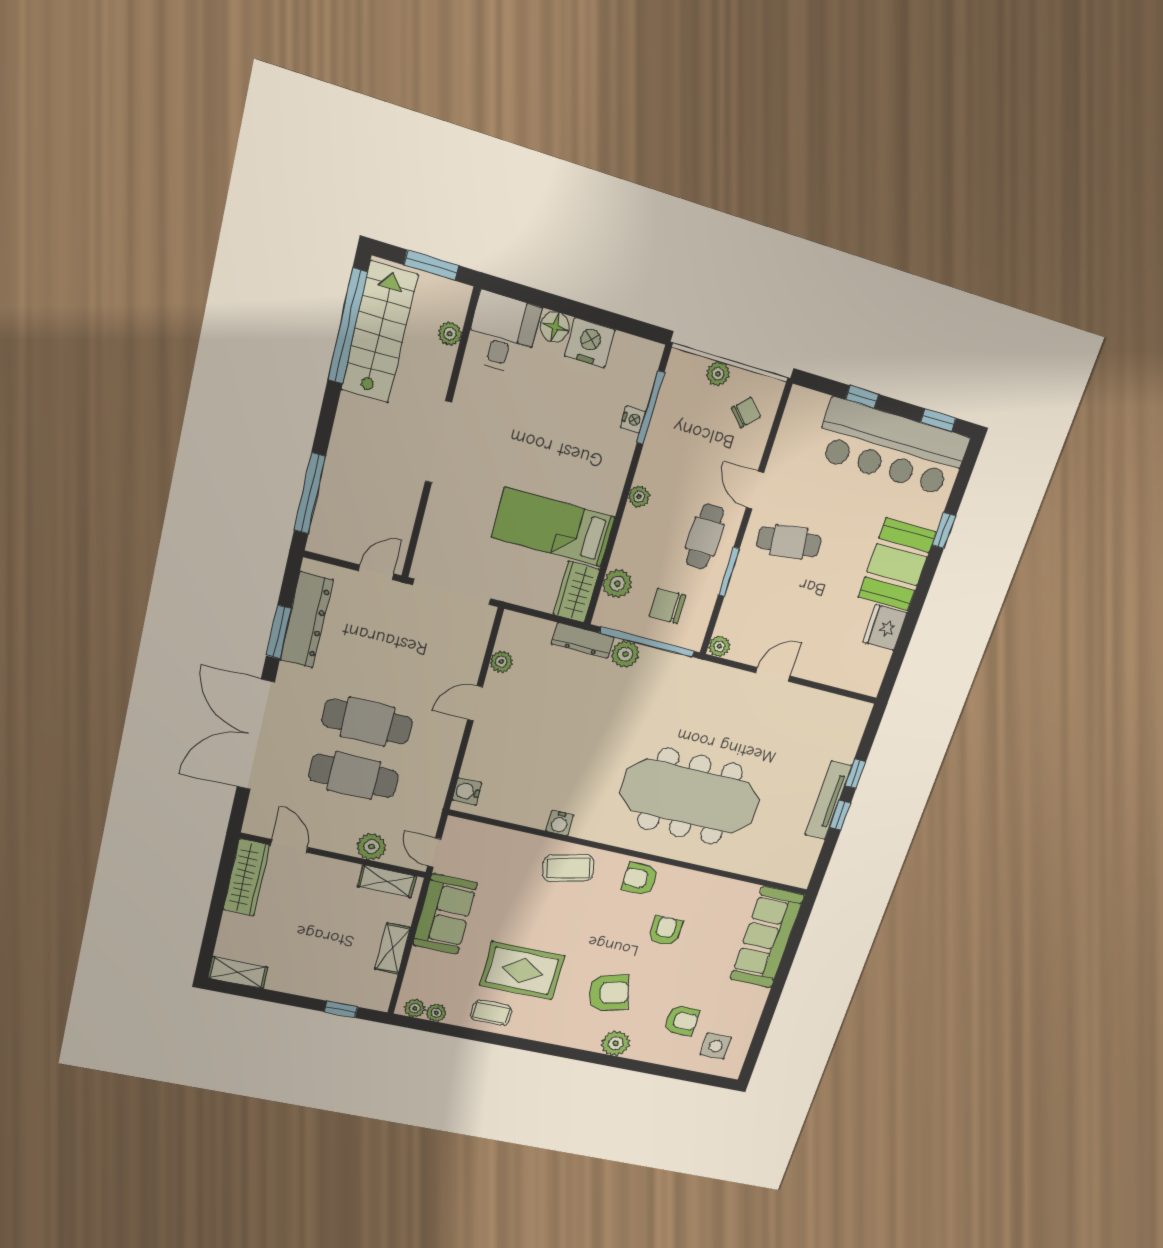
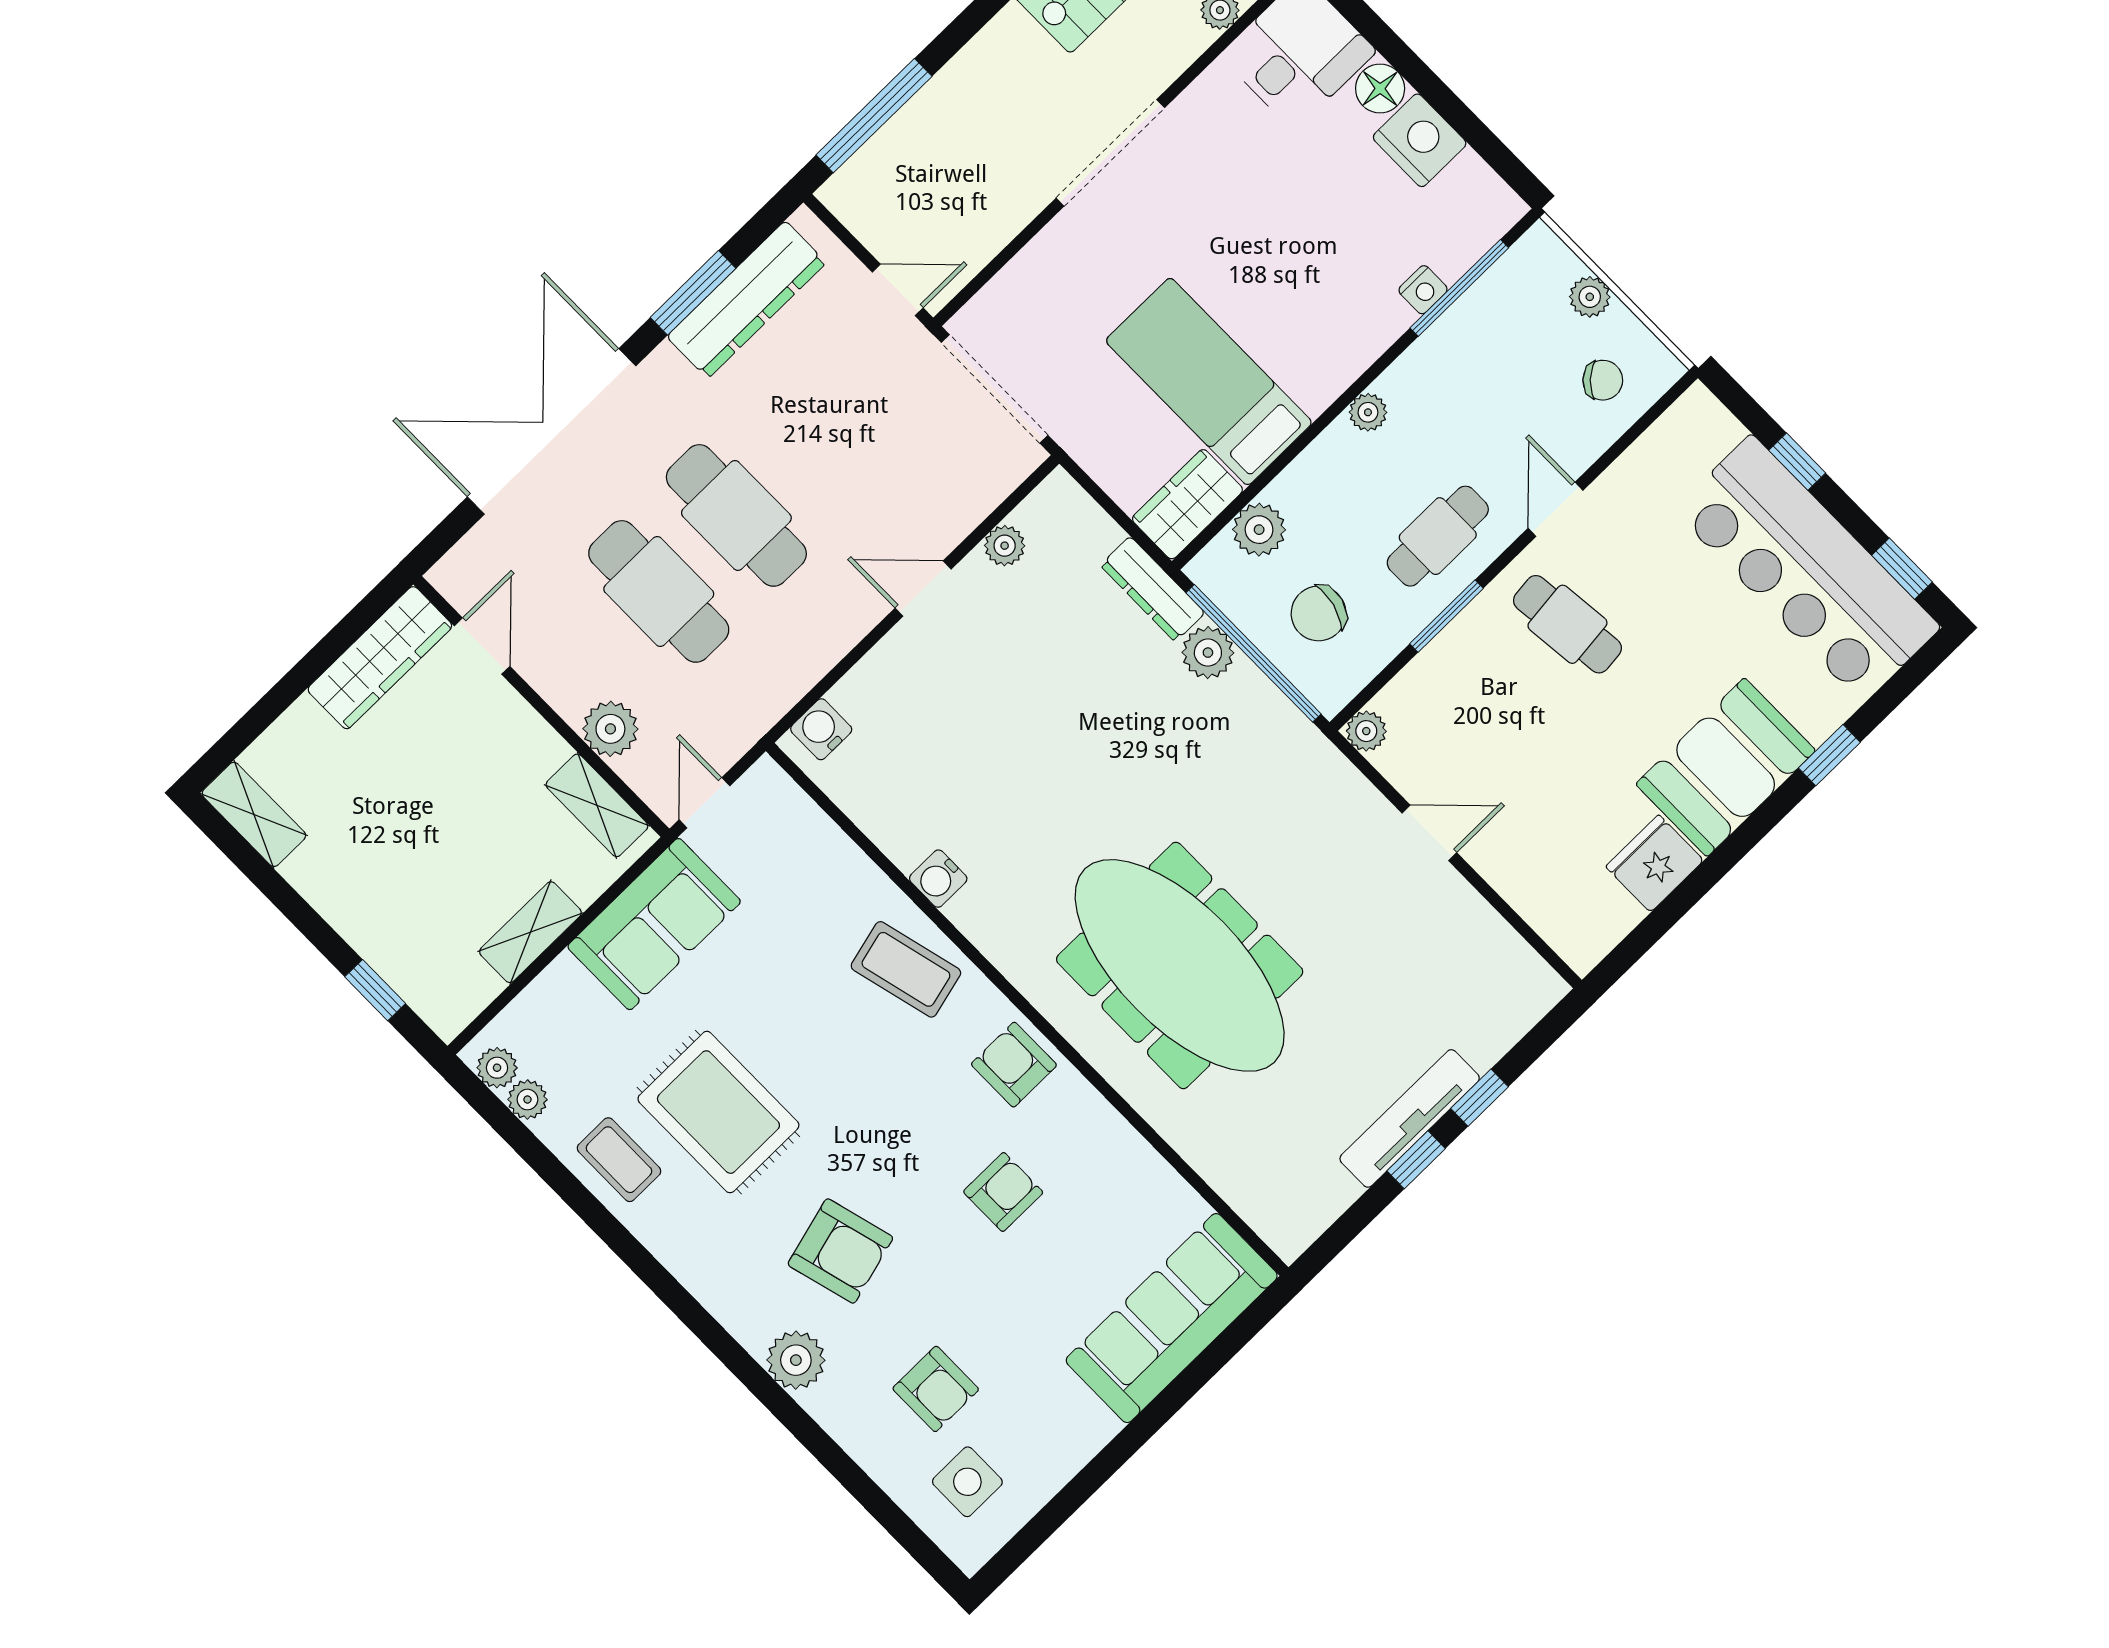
chair: (667, 606) -> (1319, 613), turned -76

